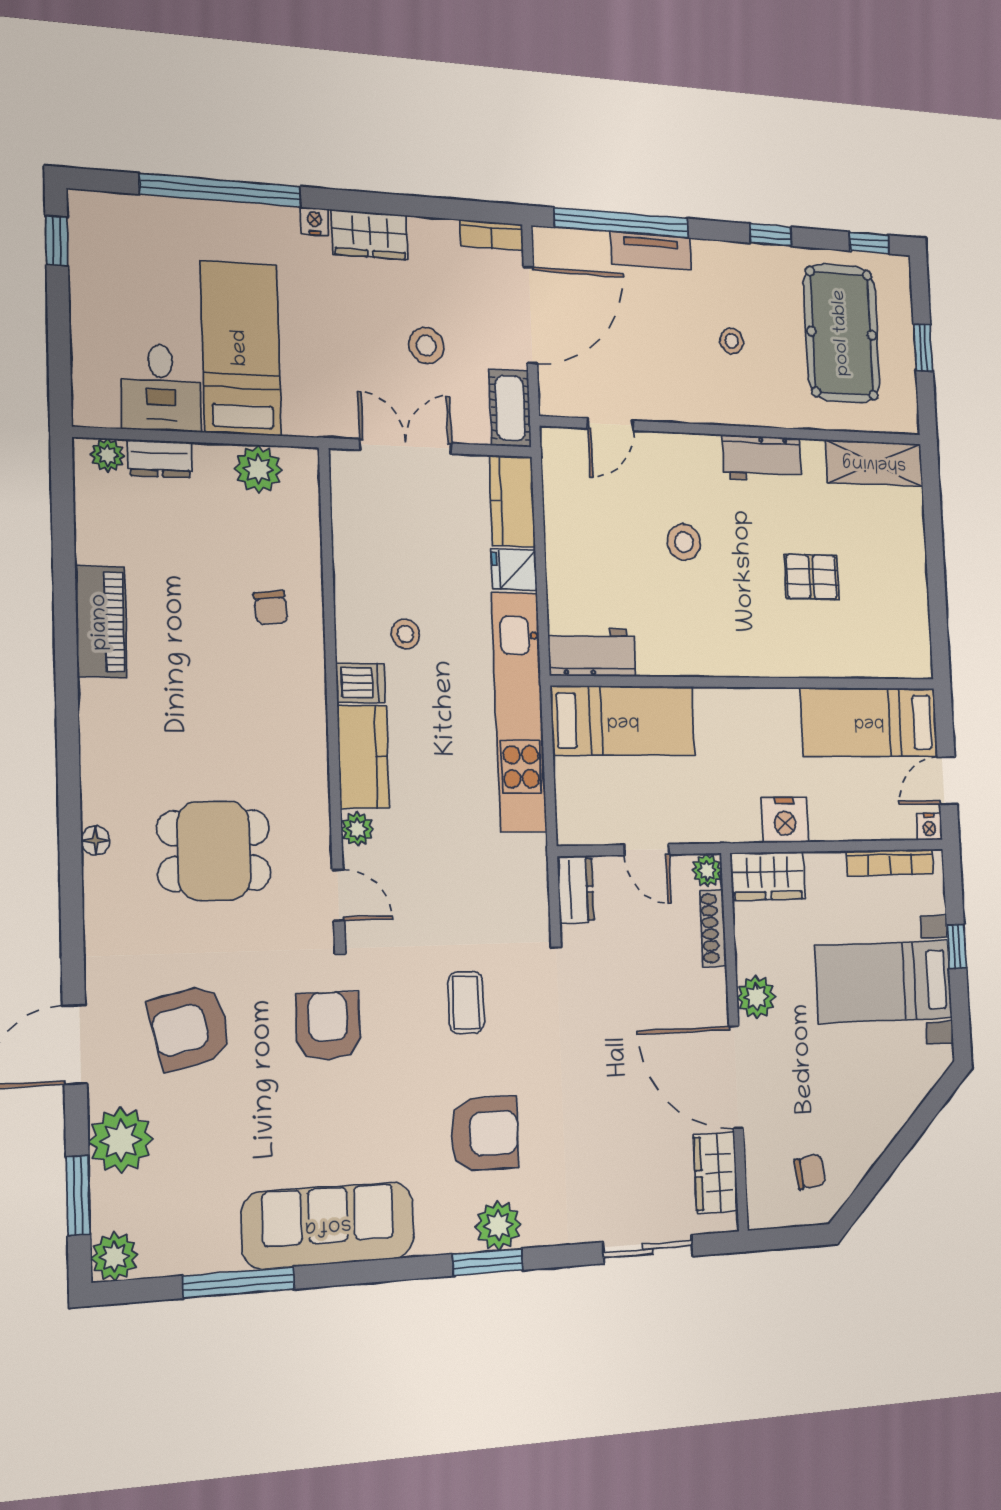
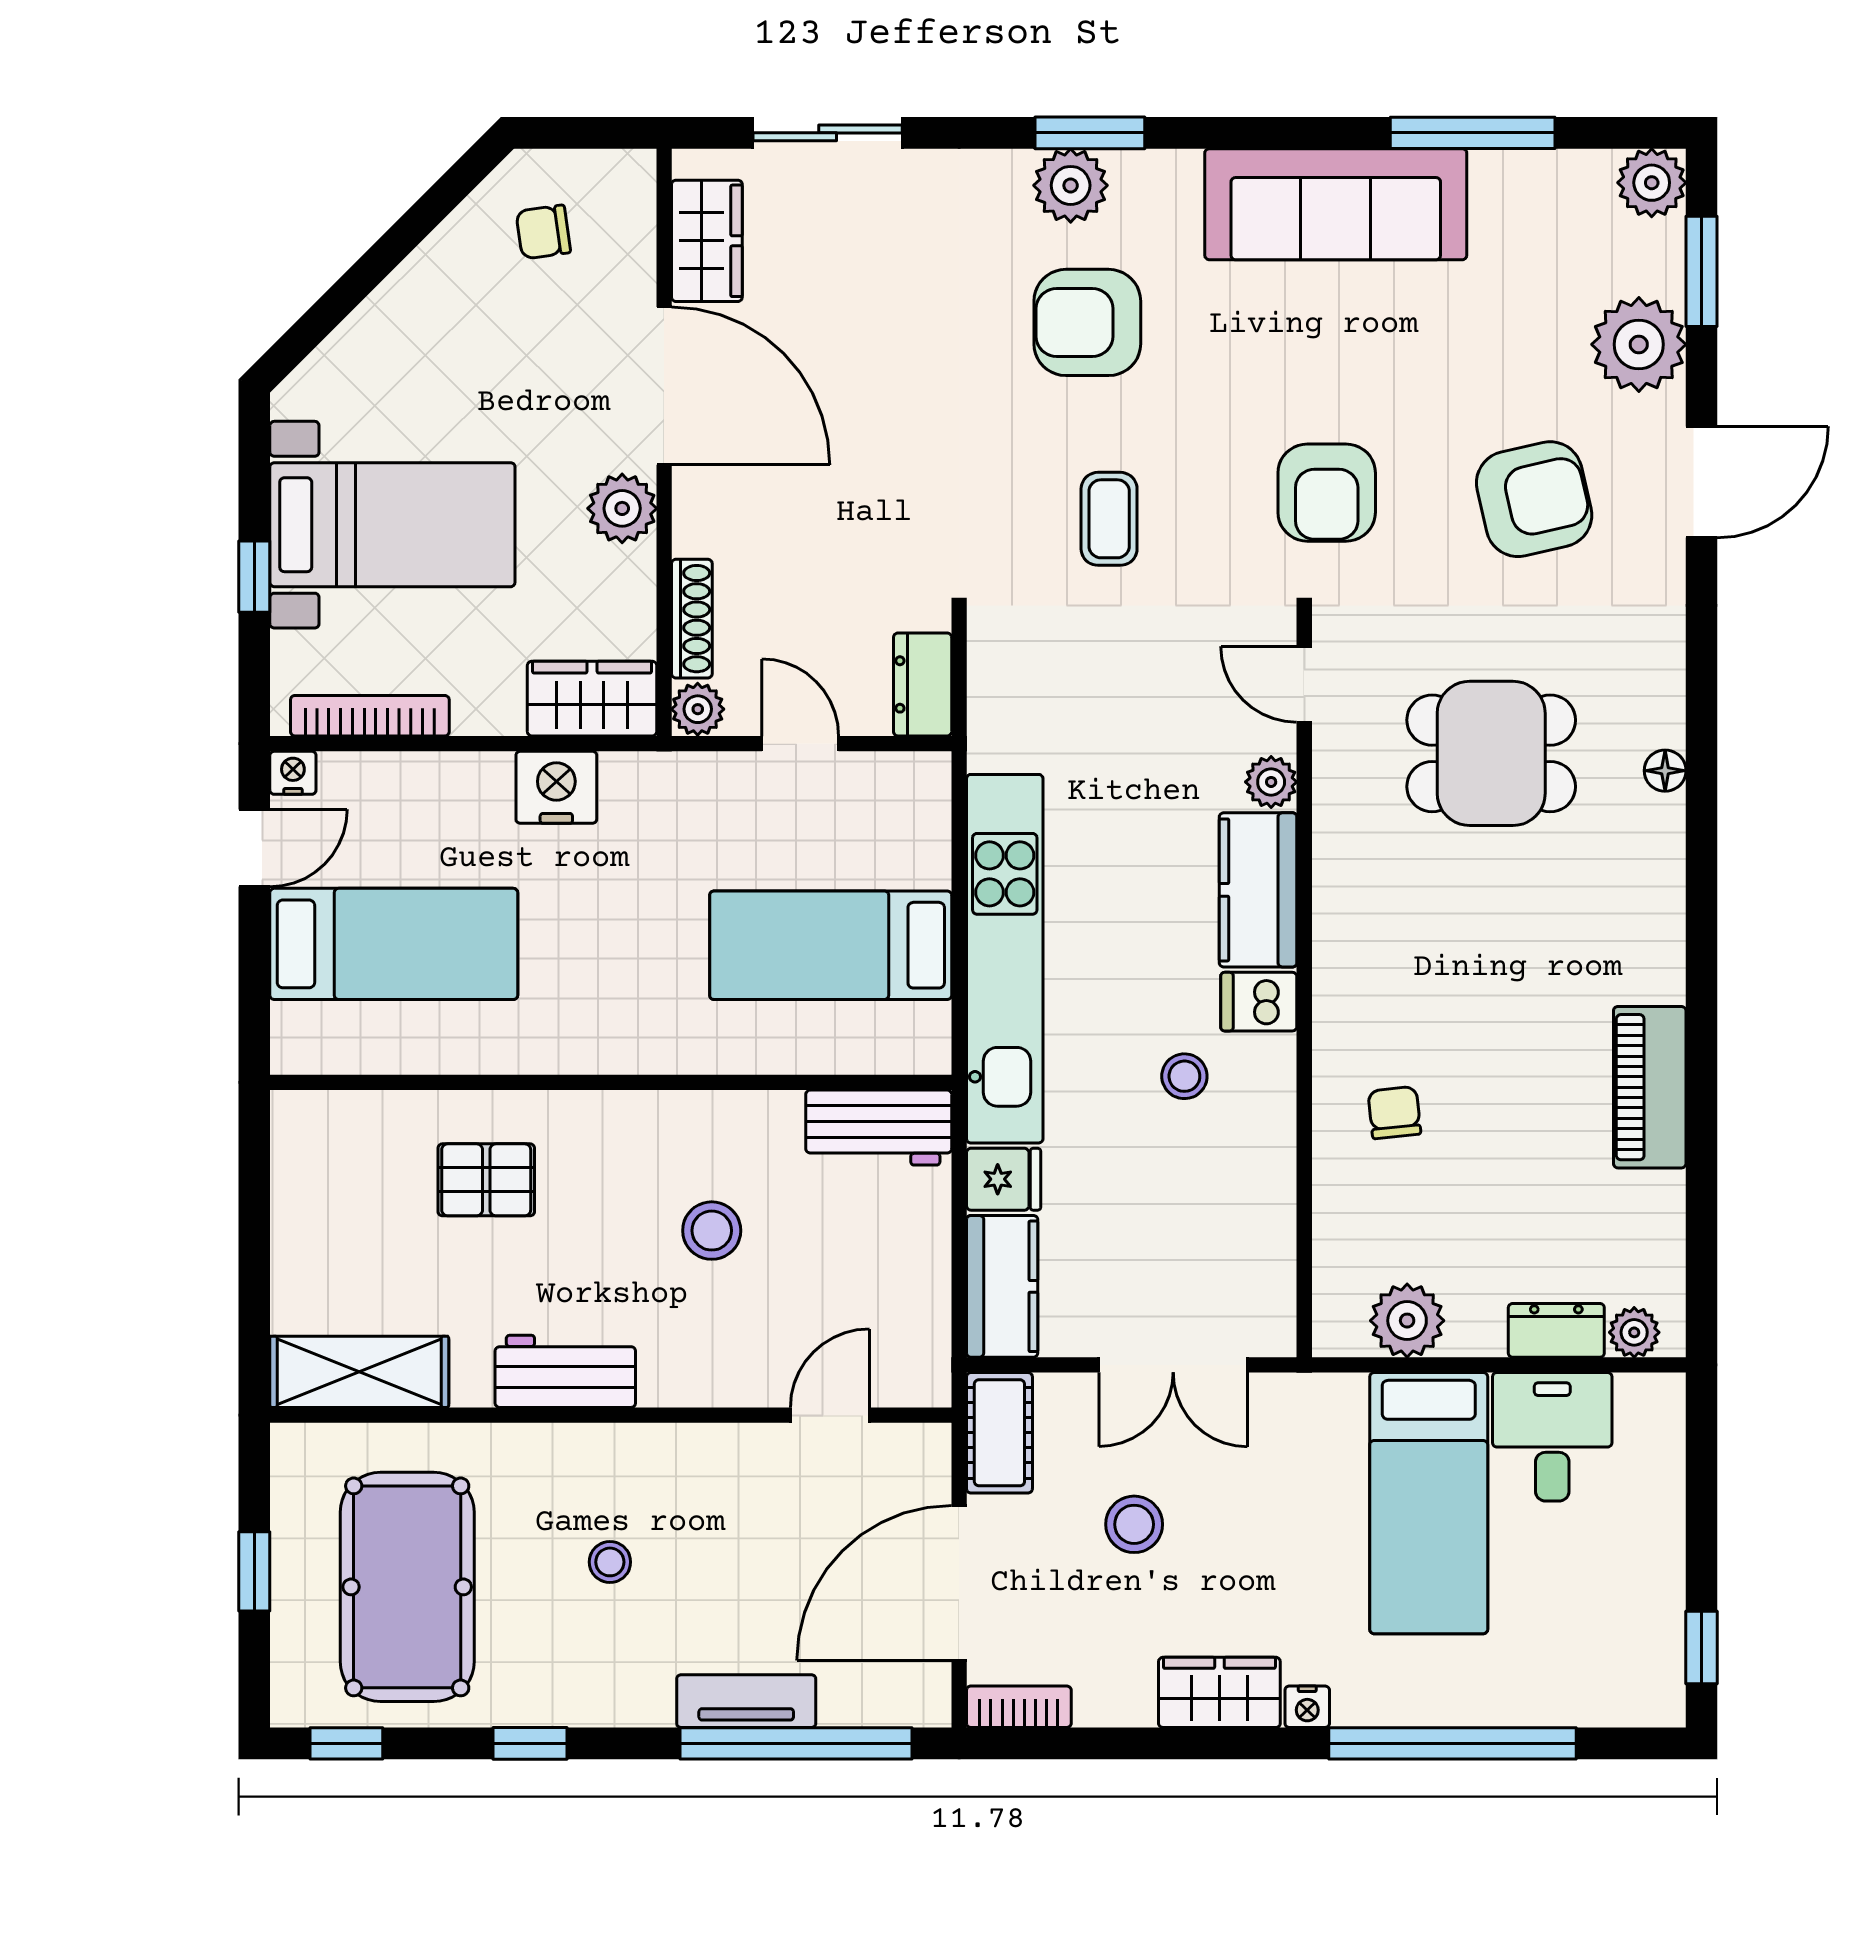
workbench: (592, 652) -> (879, 1128), moved
wall: (748, 682) -> (611, 1082), moved

